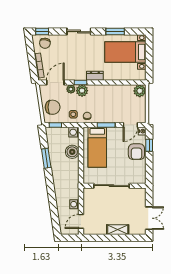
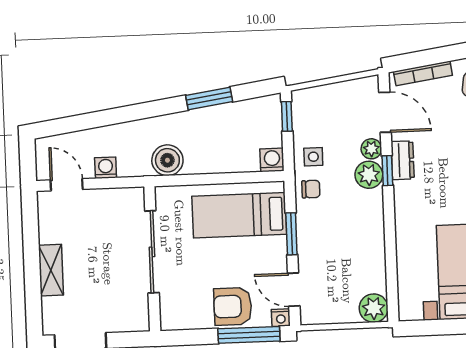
dresser: (95, 76) -> (403, 160), moved
chair: (53, 107) -> (328, 108), removed
window: (149, 145) -> (249, 335), width x2.17
boiler: (72, 152) -> (167, 160), moved

